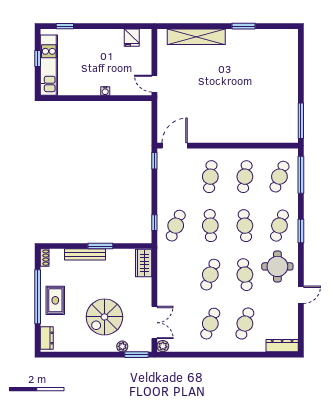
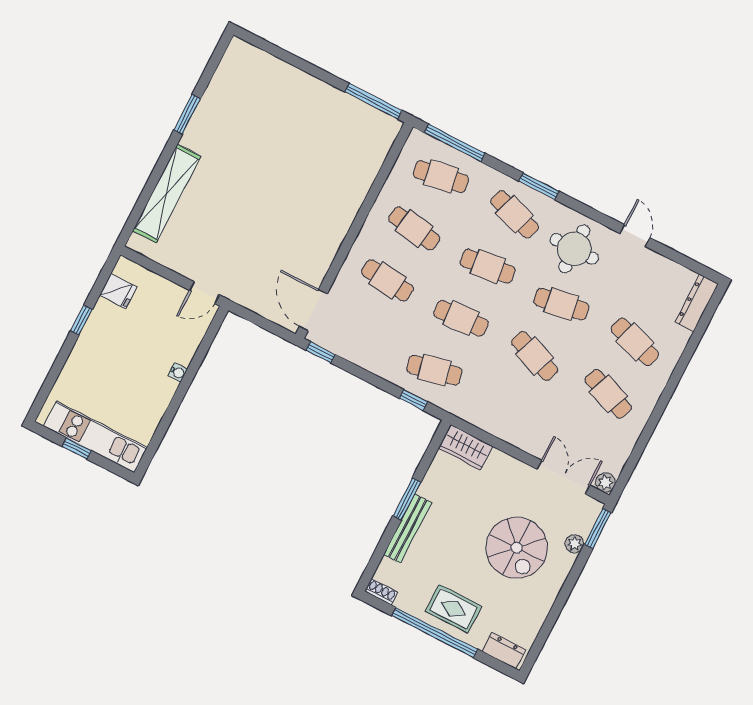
window: (65, 26) -> (81, 320), moved
cafe table: (279, 177) -> (441, 177), turned -30
cafe table: (176, 226) -> (434, 370), turned -33

